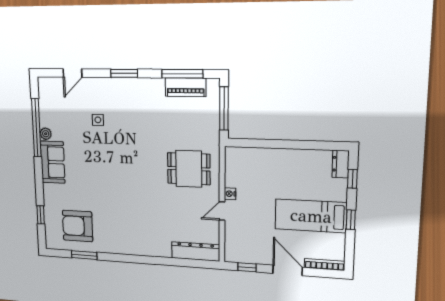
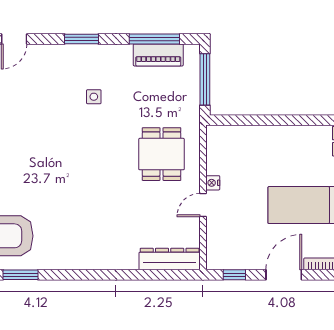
side table: (98, 120) -> (94, 97), moved
dining table: (189, 169) -> (162, 154), turned 90
door: (288, 270) -> (284, 275), hinge flipped

